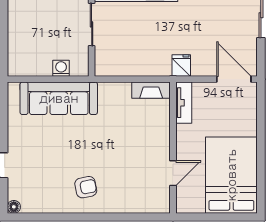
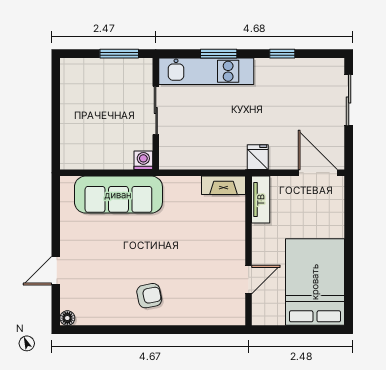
washing machine: (61, 68) -> (143, 160), moved

